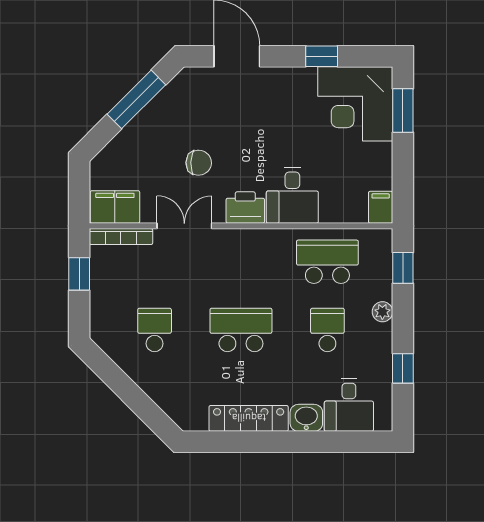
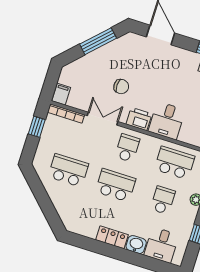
filing cabinet: (115, 207) -> (61, 94), width x0.50
school desk: (241, 262) -> (127, 148), added
school desk: (155, 330) -> (68, 170), width x1.85
locker: (249, 418) -> (112, 237), width x0.66

